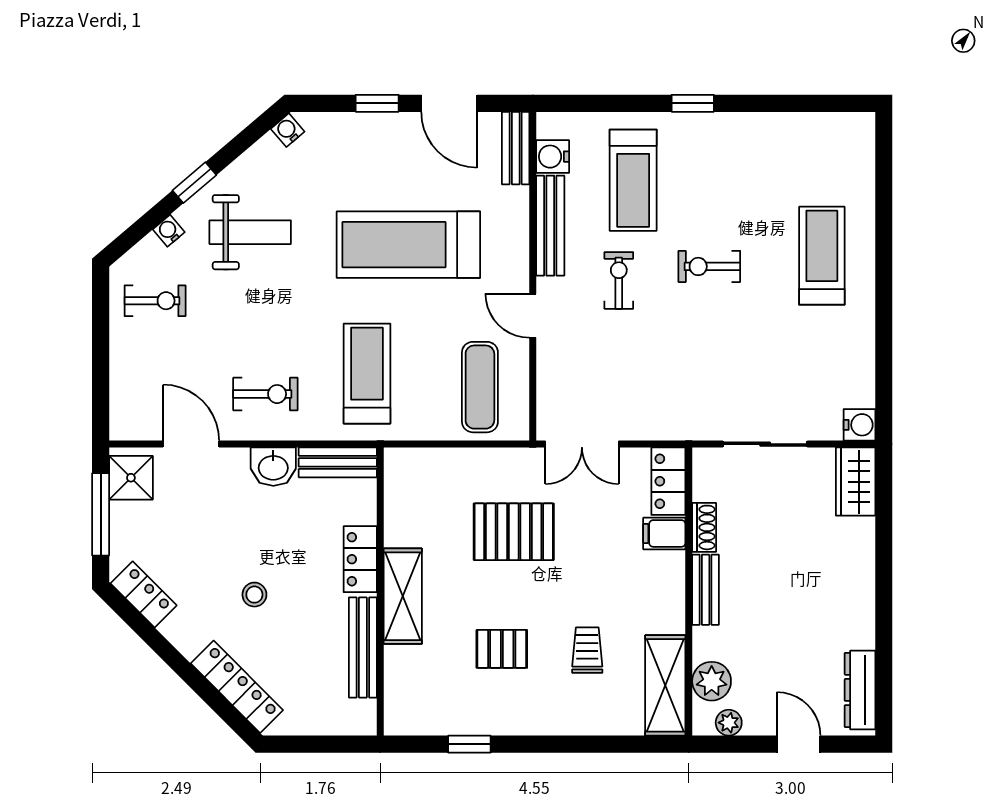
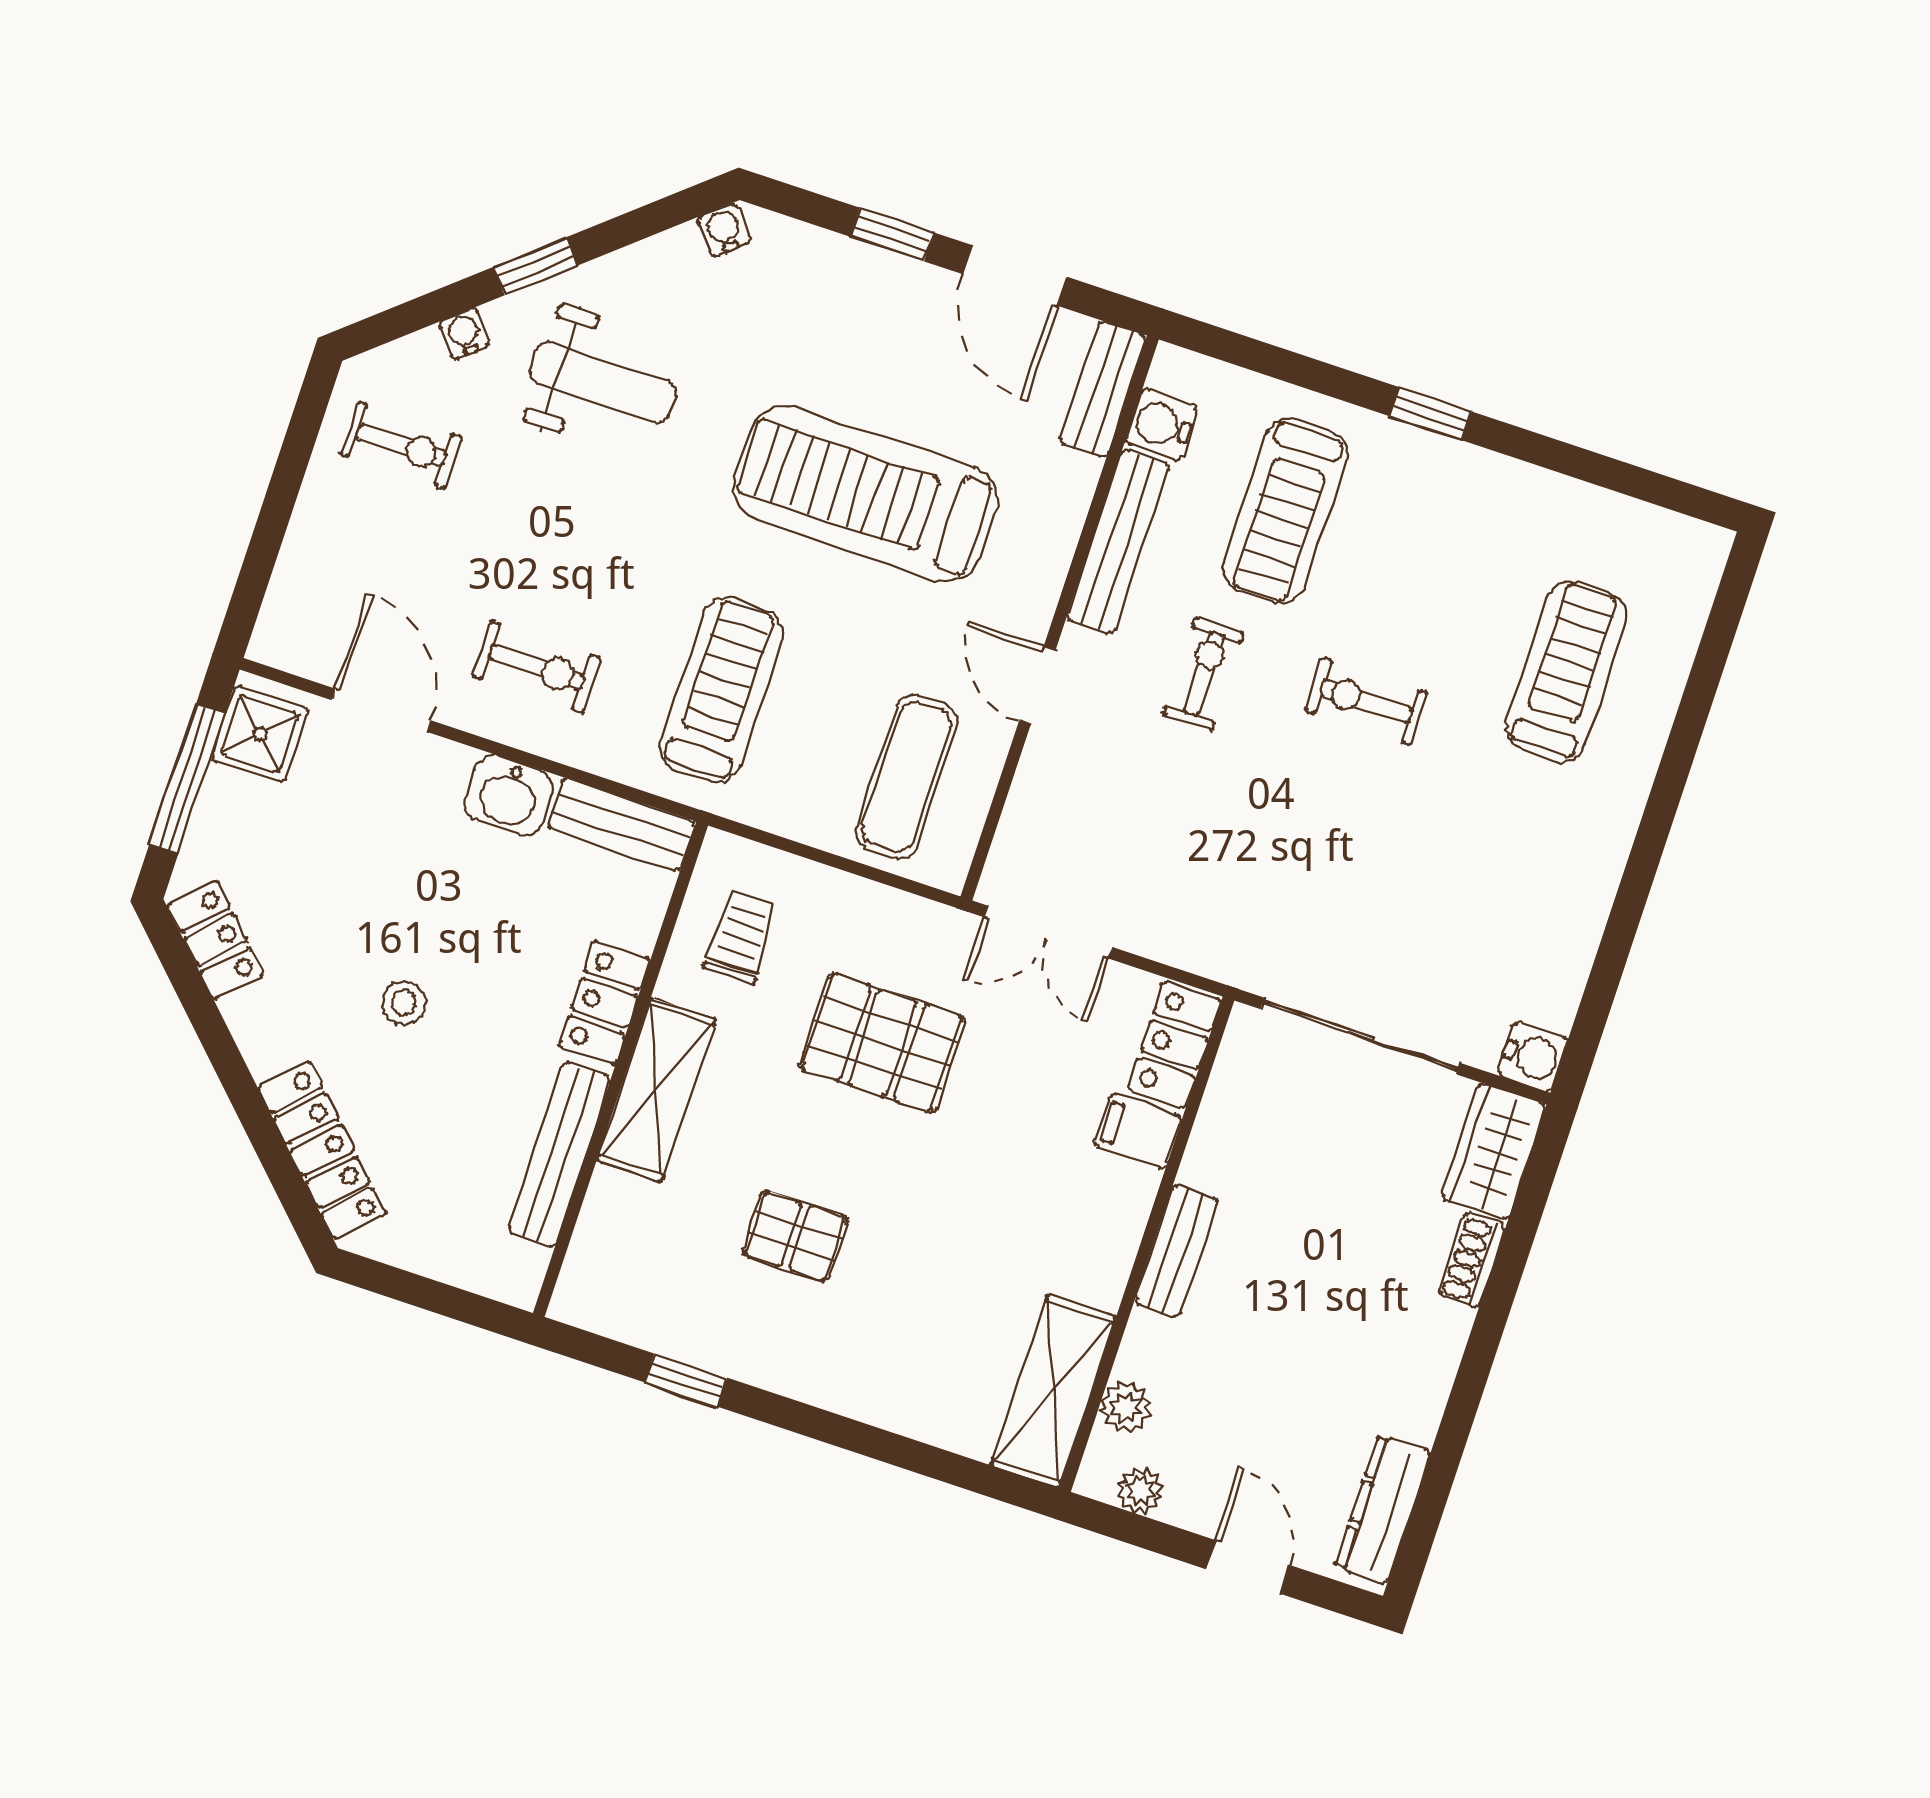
treadmill: (822, 256) -> (1566, 671), moved
sliding door: (765, 444) -> (1361, 1036), width x1.37
shoe rack: (704, 527) -> (1472, 1260), moved, turned 180
trolley: (587, 650) -> (741, 937), moved
plant: (712, 681) -> (1126, 1407), width x0.73, depth x0.73

